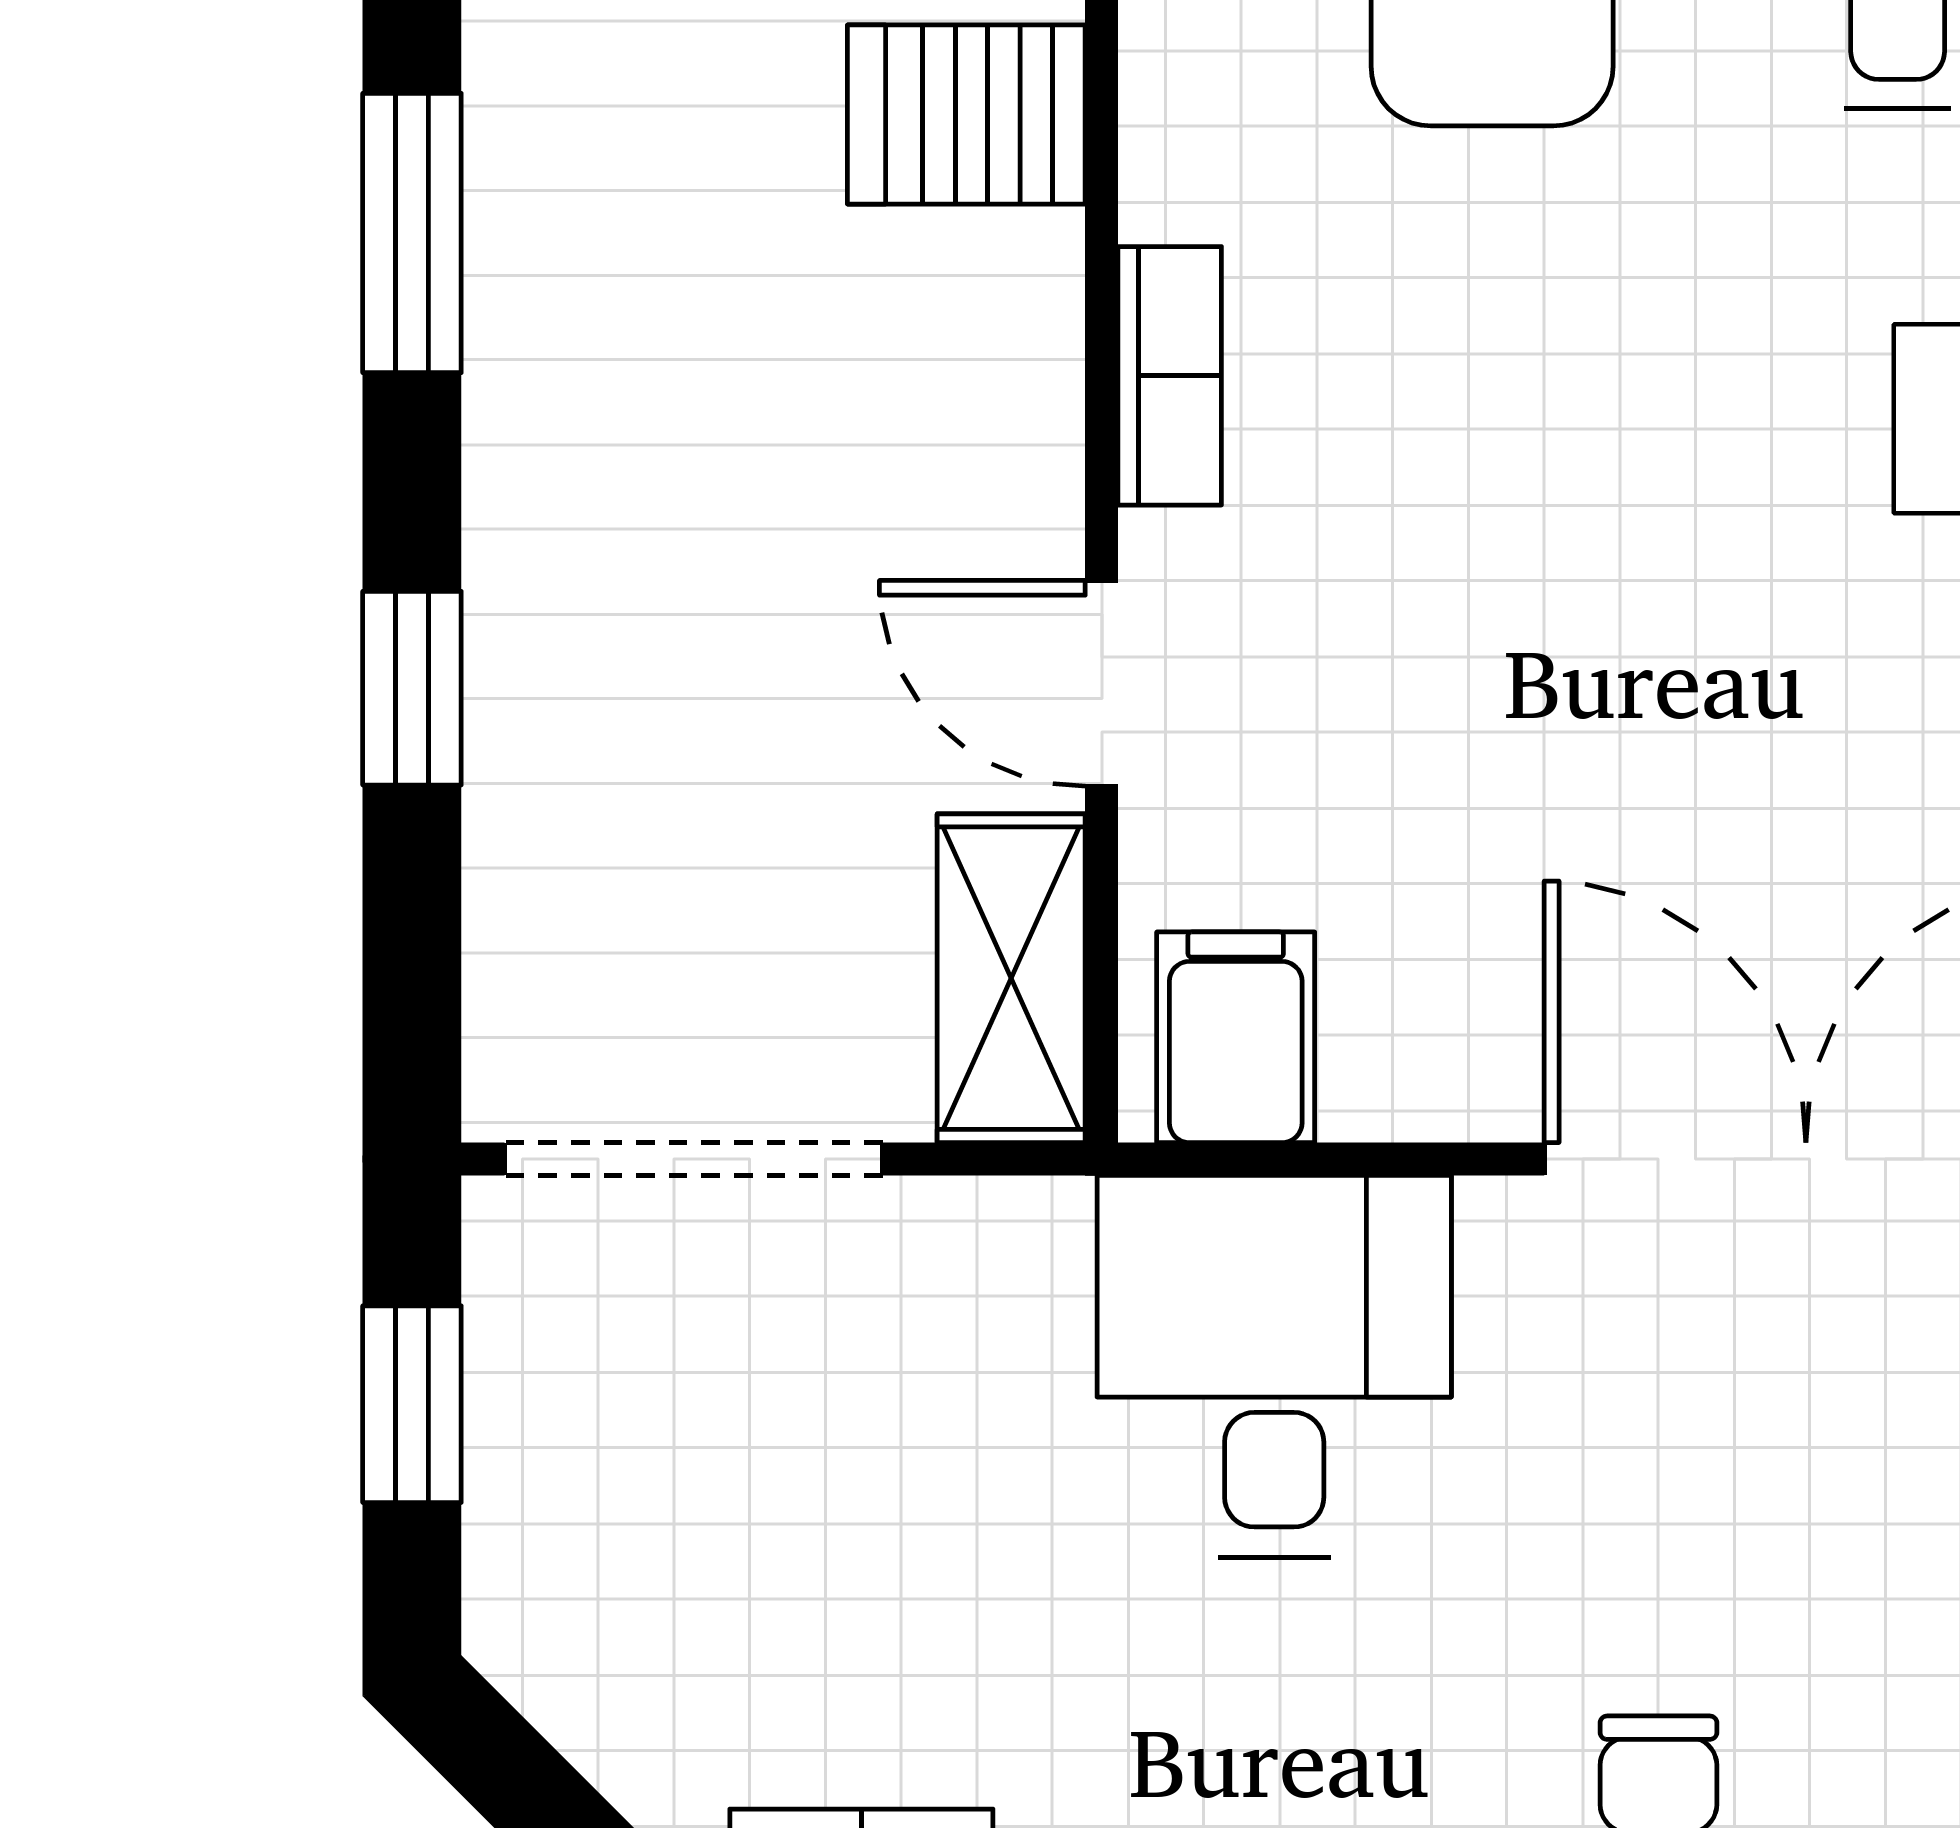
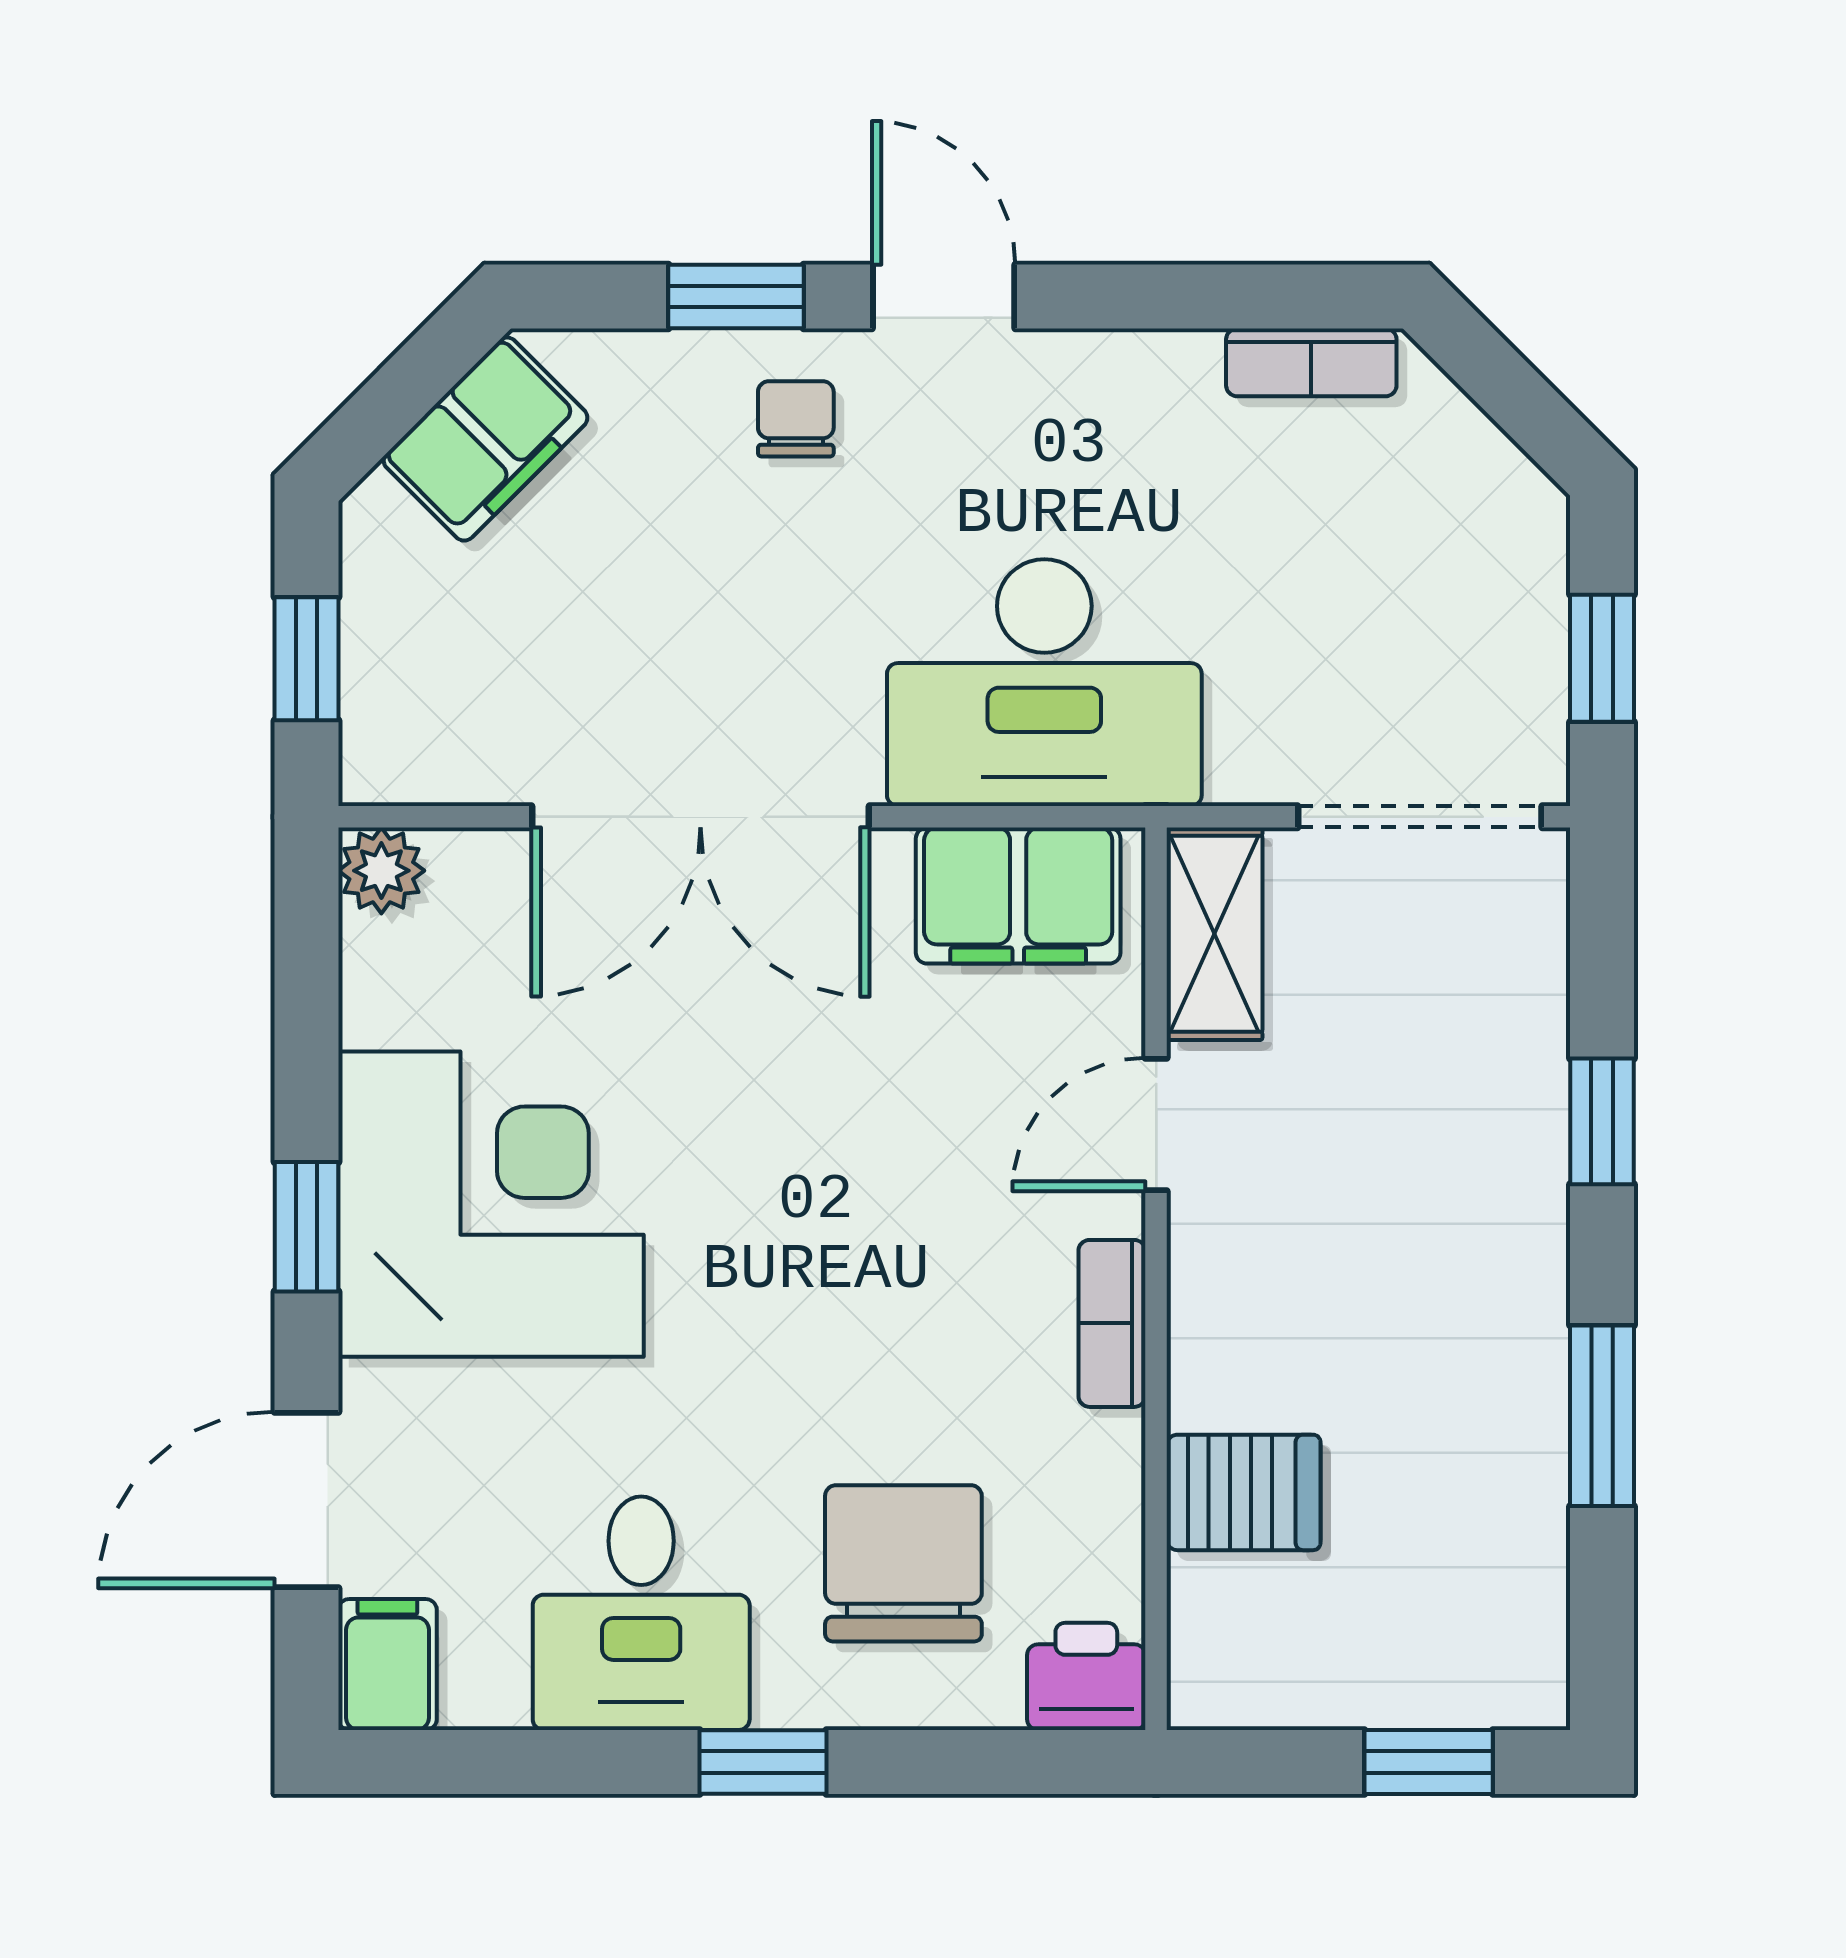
door: (1102, 683) -> (1156, 1125), swing flipped
filing cabinet: (1236, 1037) -> (1018, 896), width x2.00
desk: (1274, 1367) -> (1044, 683), width x1.37

